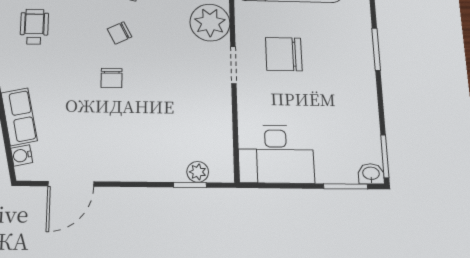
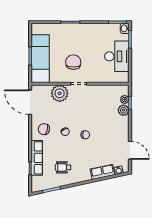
chair: (284, 54) -> (73, 62), turned 180
desk: (276, 154) -> (117, 56), moved
plant: (171, 169) -> (123, 110), added

